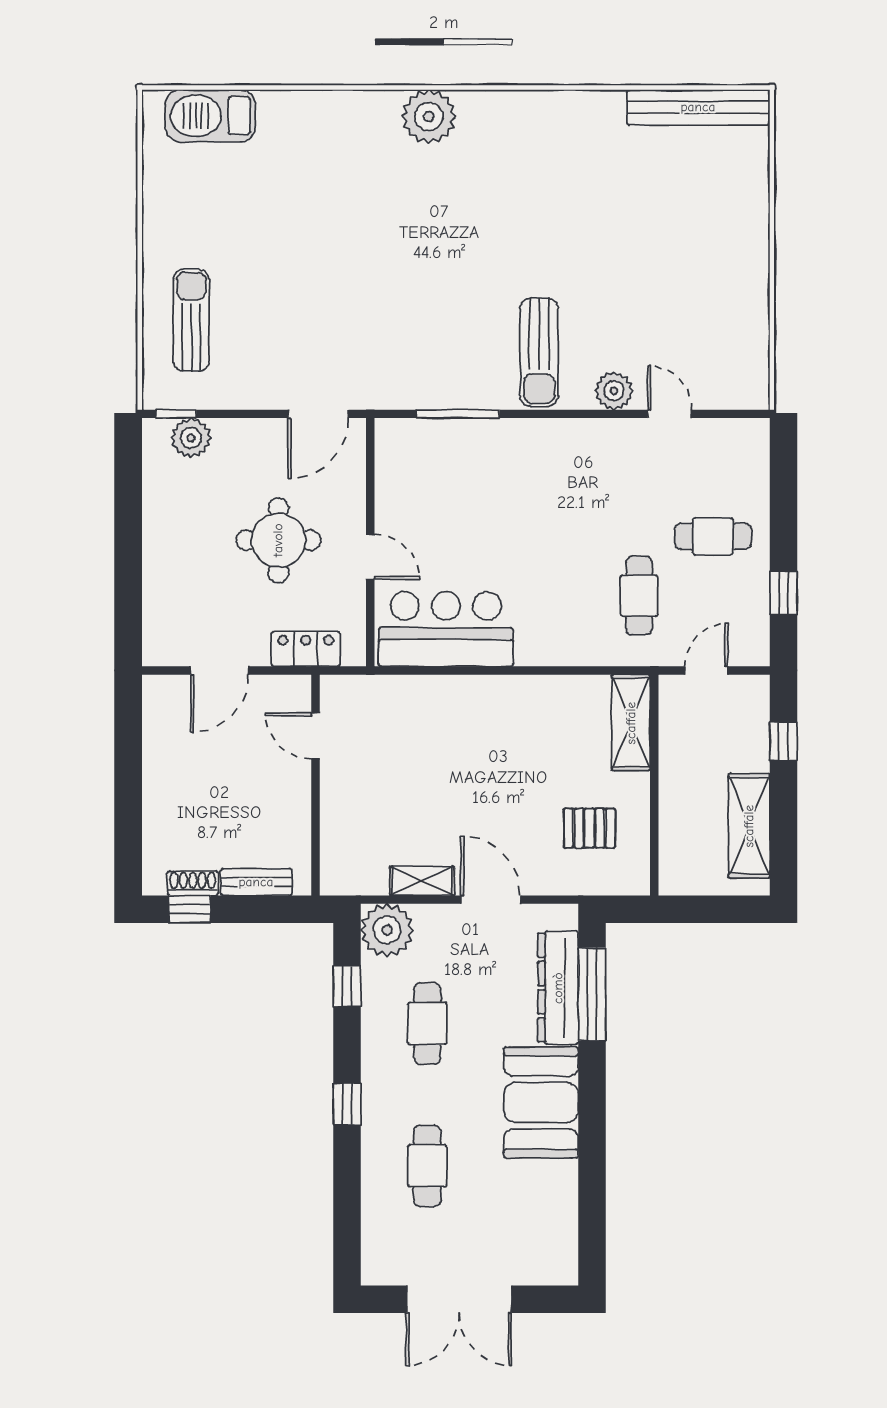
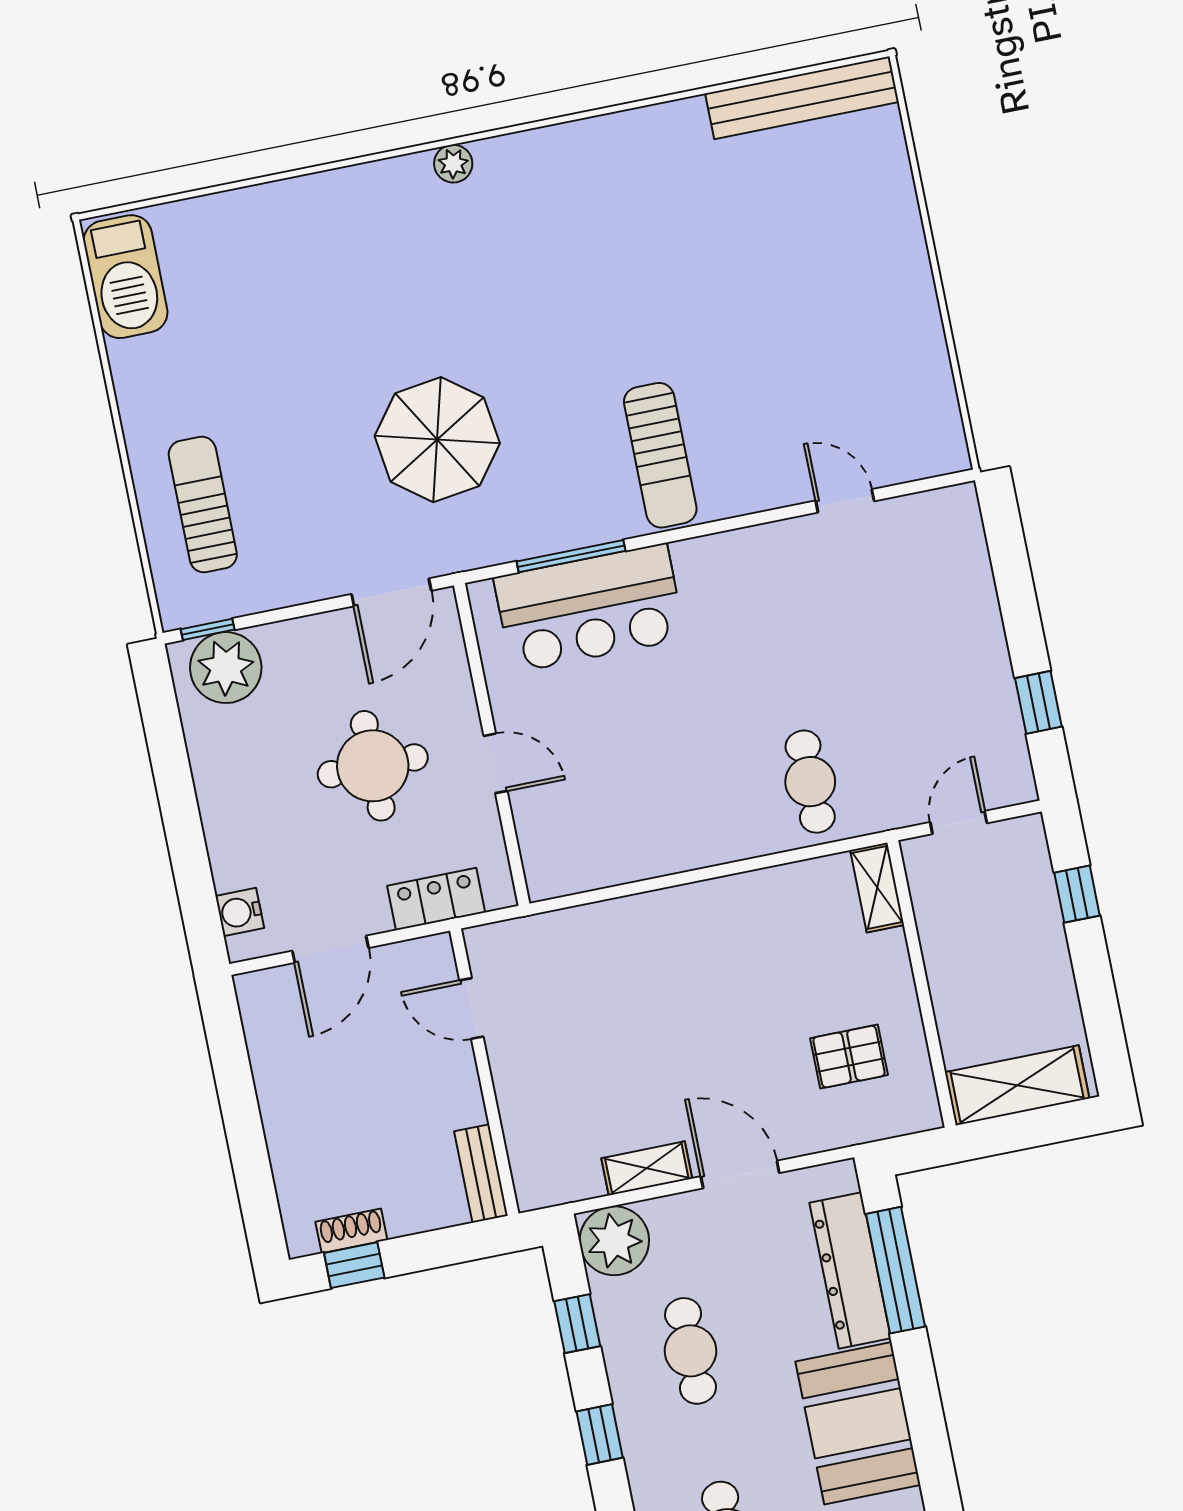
barbecue: (210, 116) -> (126, 277), moved, turned -90
plant: (429, 117) -> (453, 164), width x0.53, depth x0.53
parasol: (375, 307) -> (437, 440), added
plant: (614, 391) -> (767, 486), removed
plant: (191, 438) -> (226, 668), width x1.36, depth x1.36
cafe table: (713, 536) -> (933, 648), removed
cafe table: (639, 596) -> (810, 782), moved
water cooler: (158, 629) -> (240, 912), added
bar counter: (446, 629) -> (589, 608), moved, turned 180
shelving: (631, 723) -> (877, 888), width x0.67, depth x0.75
shelving: (749, 826) -> (1017, 1085), moved, turned 90
bench: (256, 882) -> (481, 1174), moved, turned 90
window: (347, 1104) -> (600, 1435), moved

